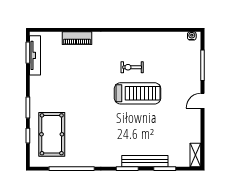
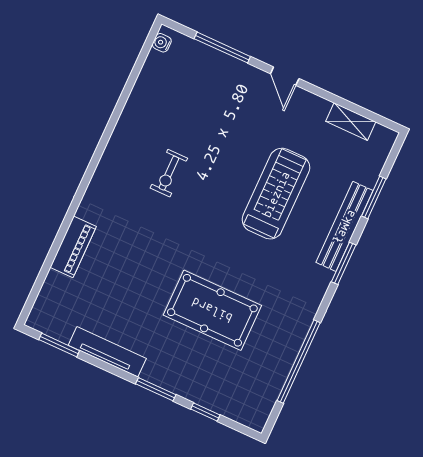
tv unit: (35, 55) -> (107, 352), moved
treadmill: (138, 93) -> (276, 194), moved
pool table: (52, 134) -> (212, 310), moved
shelving: (195, 155) -> (351, 122), moved

